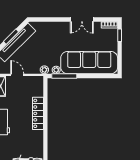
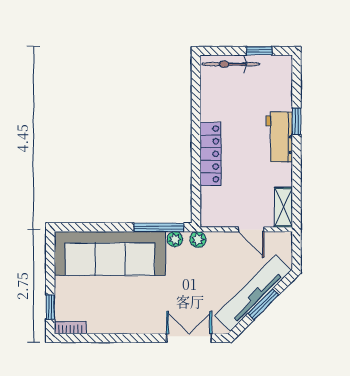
double door: (82, 20) -> (189, 338), moved

